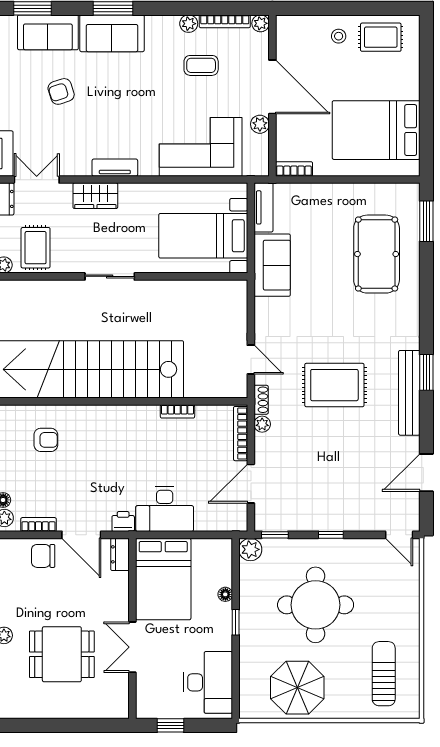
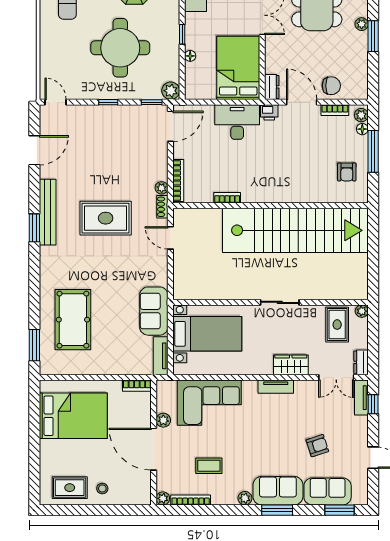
plant: (189, 24) -> (245, 498), moved
armchair: (46, 440) -> (347, 172), moved, turned -90
door: (251, 484) -> (170, 126), moved

